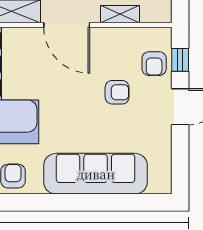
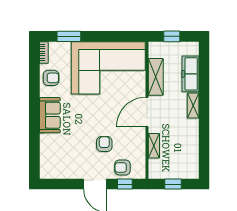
armchair: (117, 92) -> (104, 144), turned 180
sofa: (96, 174) -> (50, 115), width x0.54, depth x0.79

